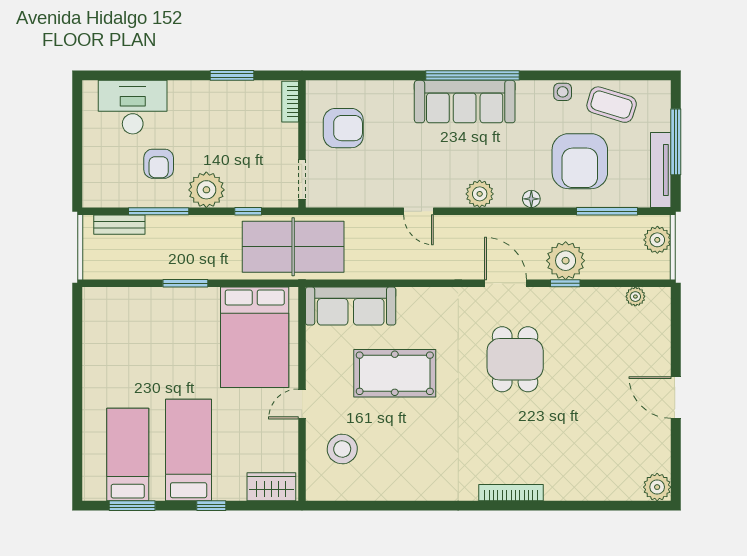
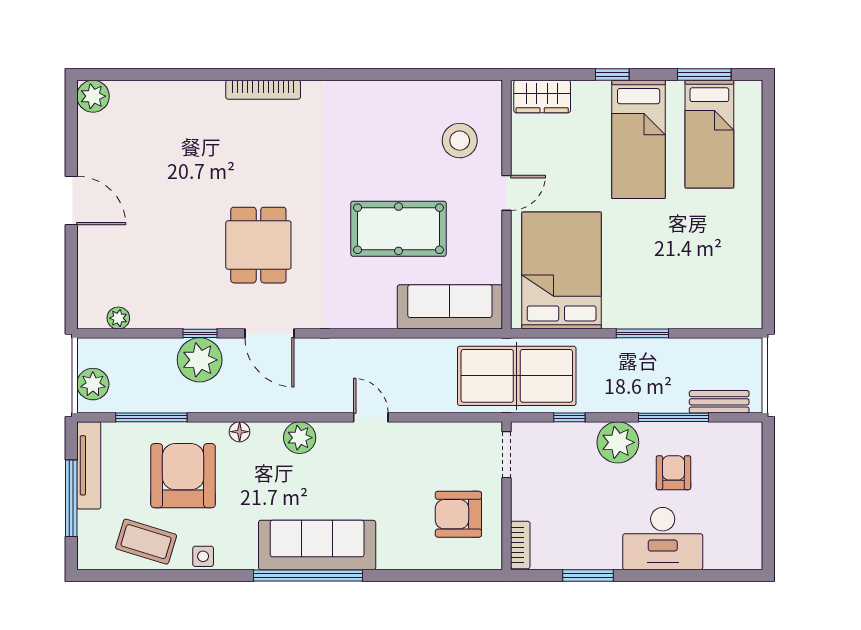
desk: (133, 107) -> (663, 539), moved

